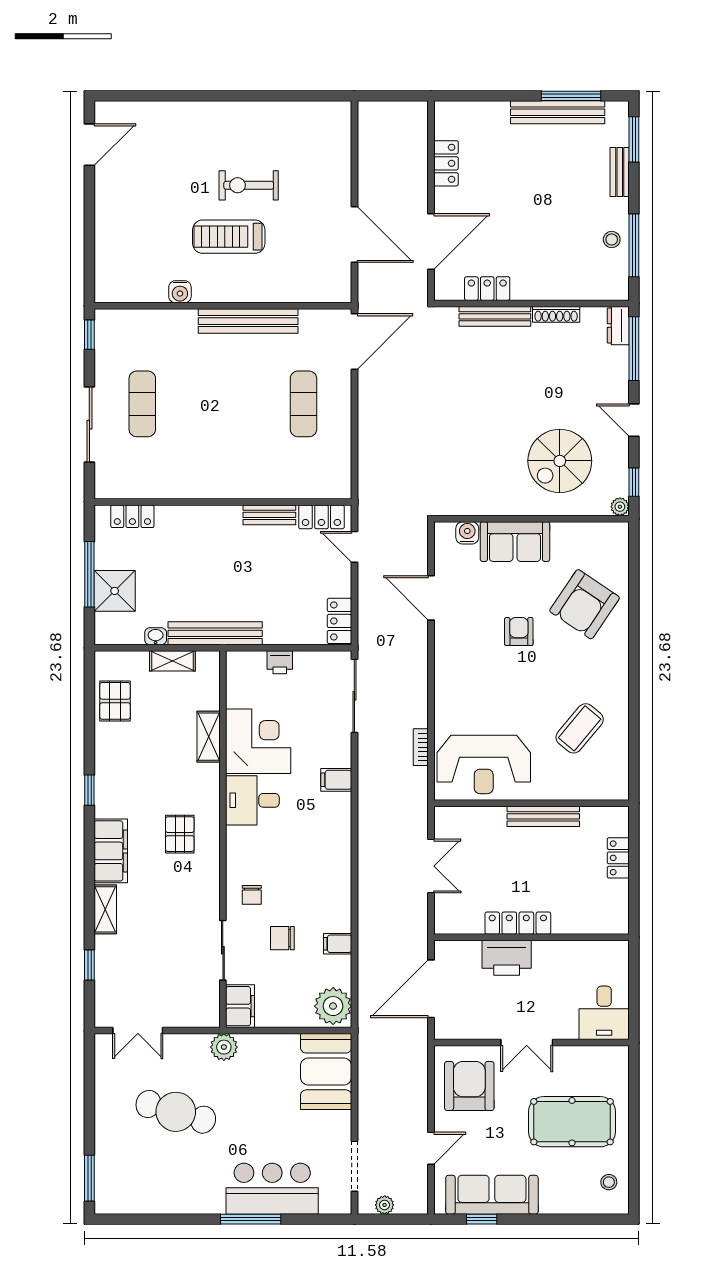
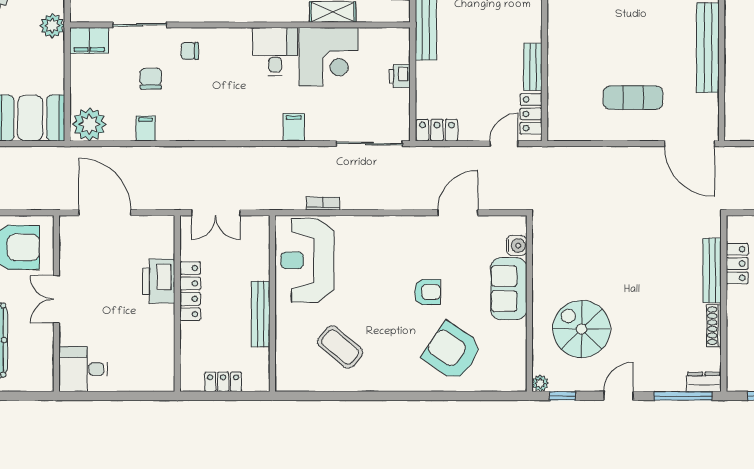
locker: (518, 923) -> (190, 291), moved
wall: (531, 937) -> (177, 303), moved
printer: (507, 958) -> (159, 281), moved

